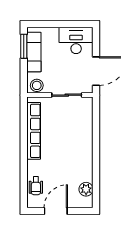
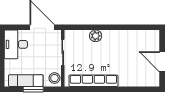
window: (24, 46) -> (33, 89), moved
wheelchair: (36, 186) -> (140, 79), removed
plant: (86, 189) -> (96, 36), moved

